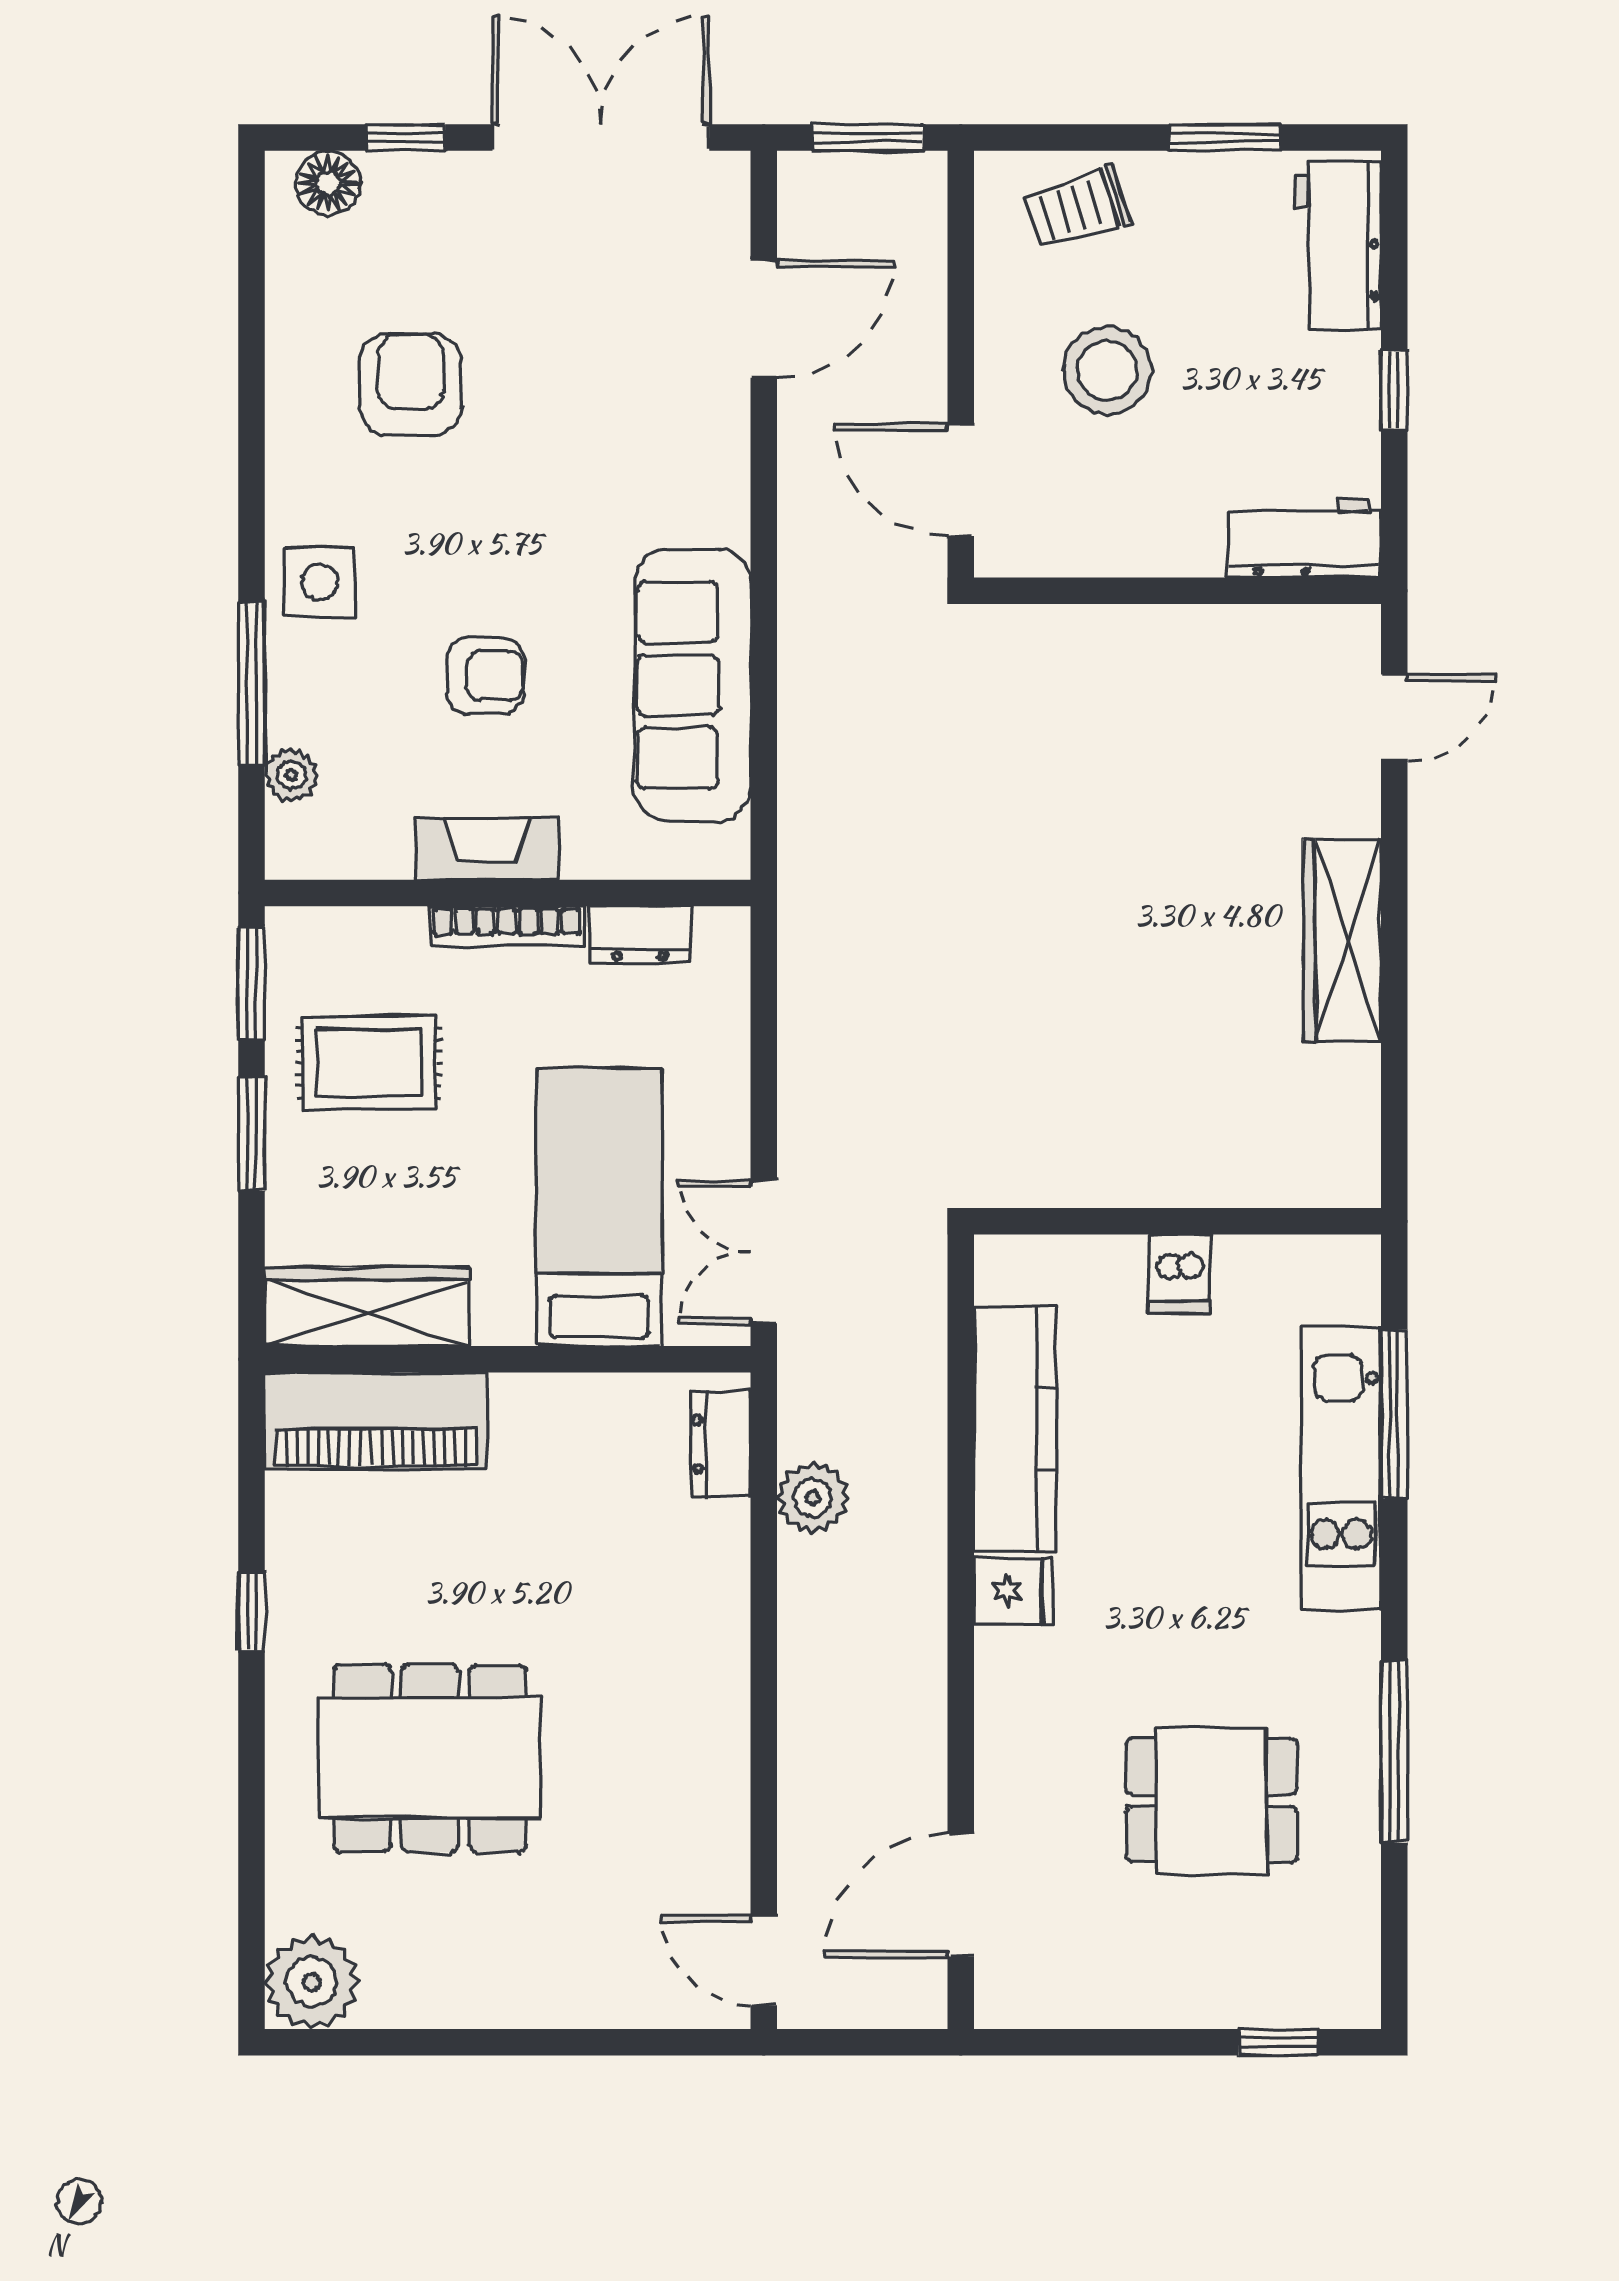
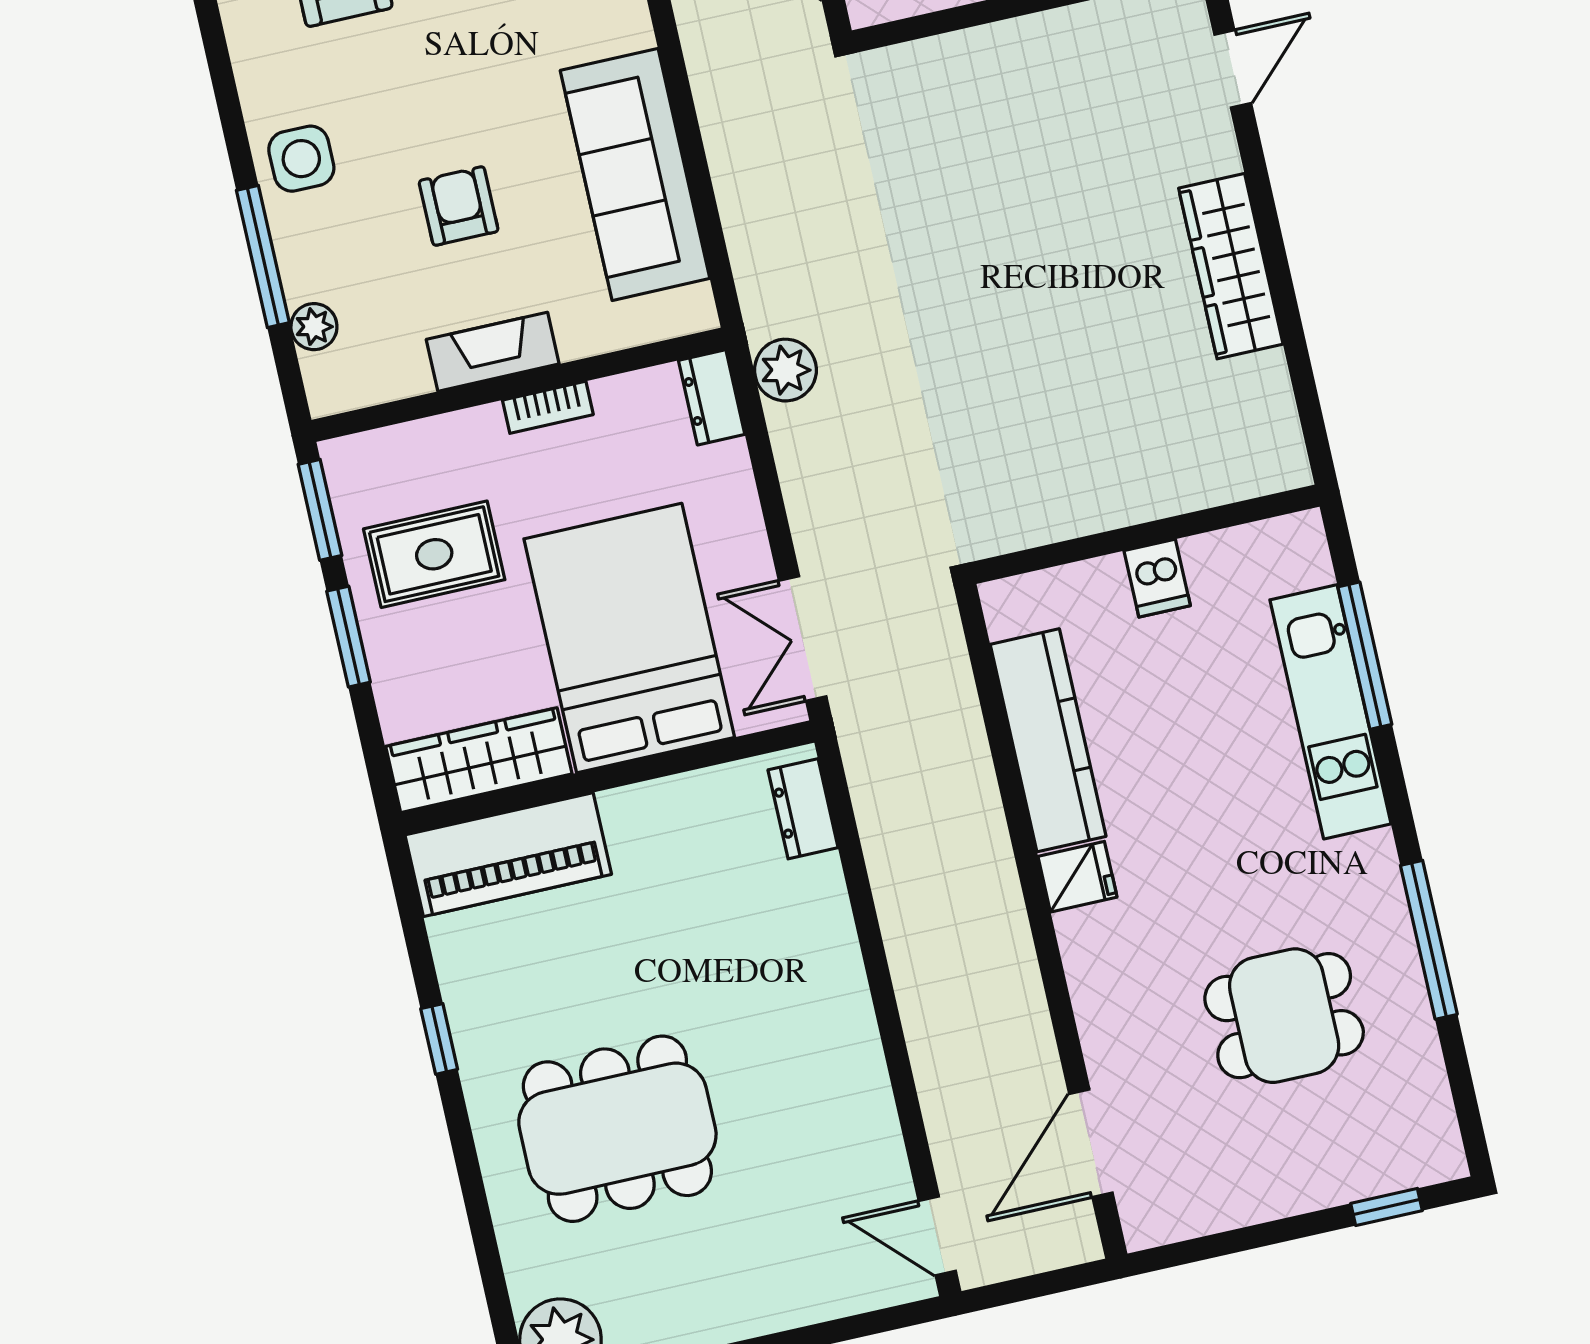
armchair: (485, 676) -> (459, 206), turned -90
bookcase: (507, 926) -> (548, 407), width x0.64
dresser: (640, 934) -> (712, 397), moved, turned 90
bed: (599, 1207) -> (629, 638), width x1.50
plant: (813, 1498) -> (785, 370), moved

